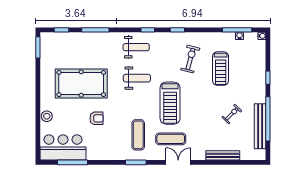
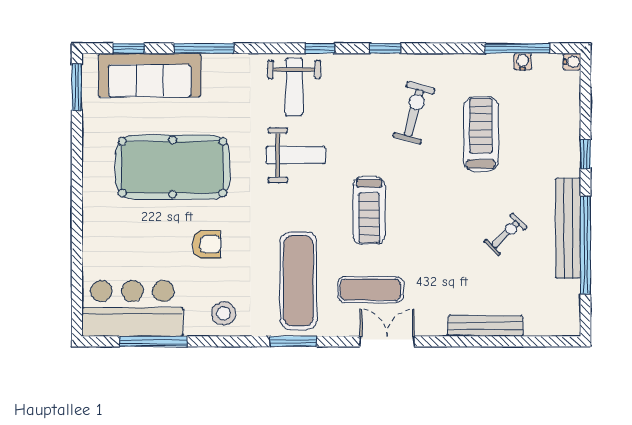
sofa: (71, 42) -> (150, 75), added
weight bench: (136, 47) -> (294, 87), turned 90
treadmill: (221, 69) -> (481, 134), turned 180
treadmill: (170, 103) -> (369, 211), width x0.73, depth x0.73
stool: (47, 116) -> (224, 313), moved
bench: (260, 126) -> (568, 228), moved
exercise mat: (138, 135) -> (298, 281), width x1.36, depth x1.45

